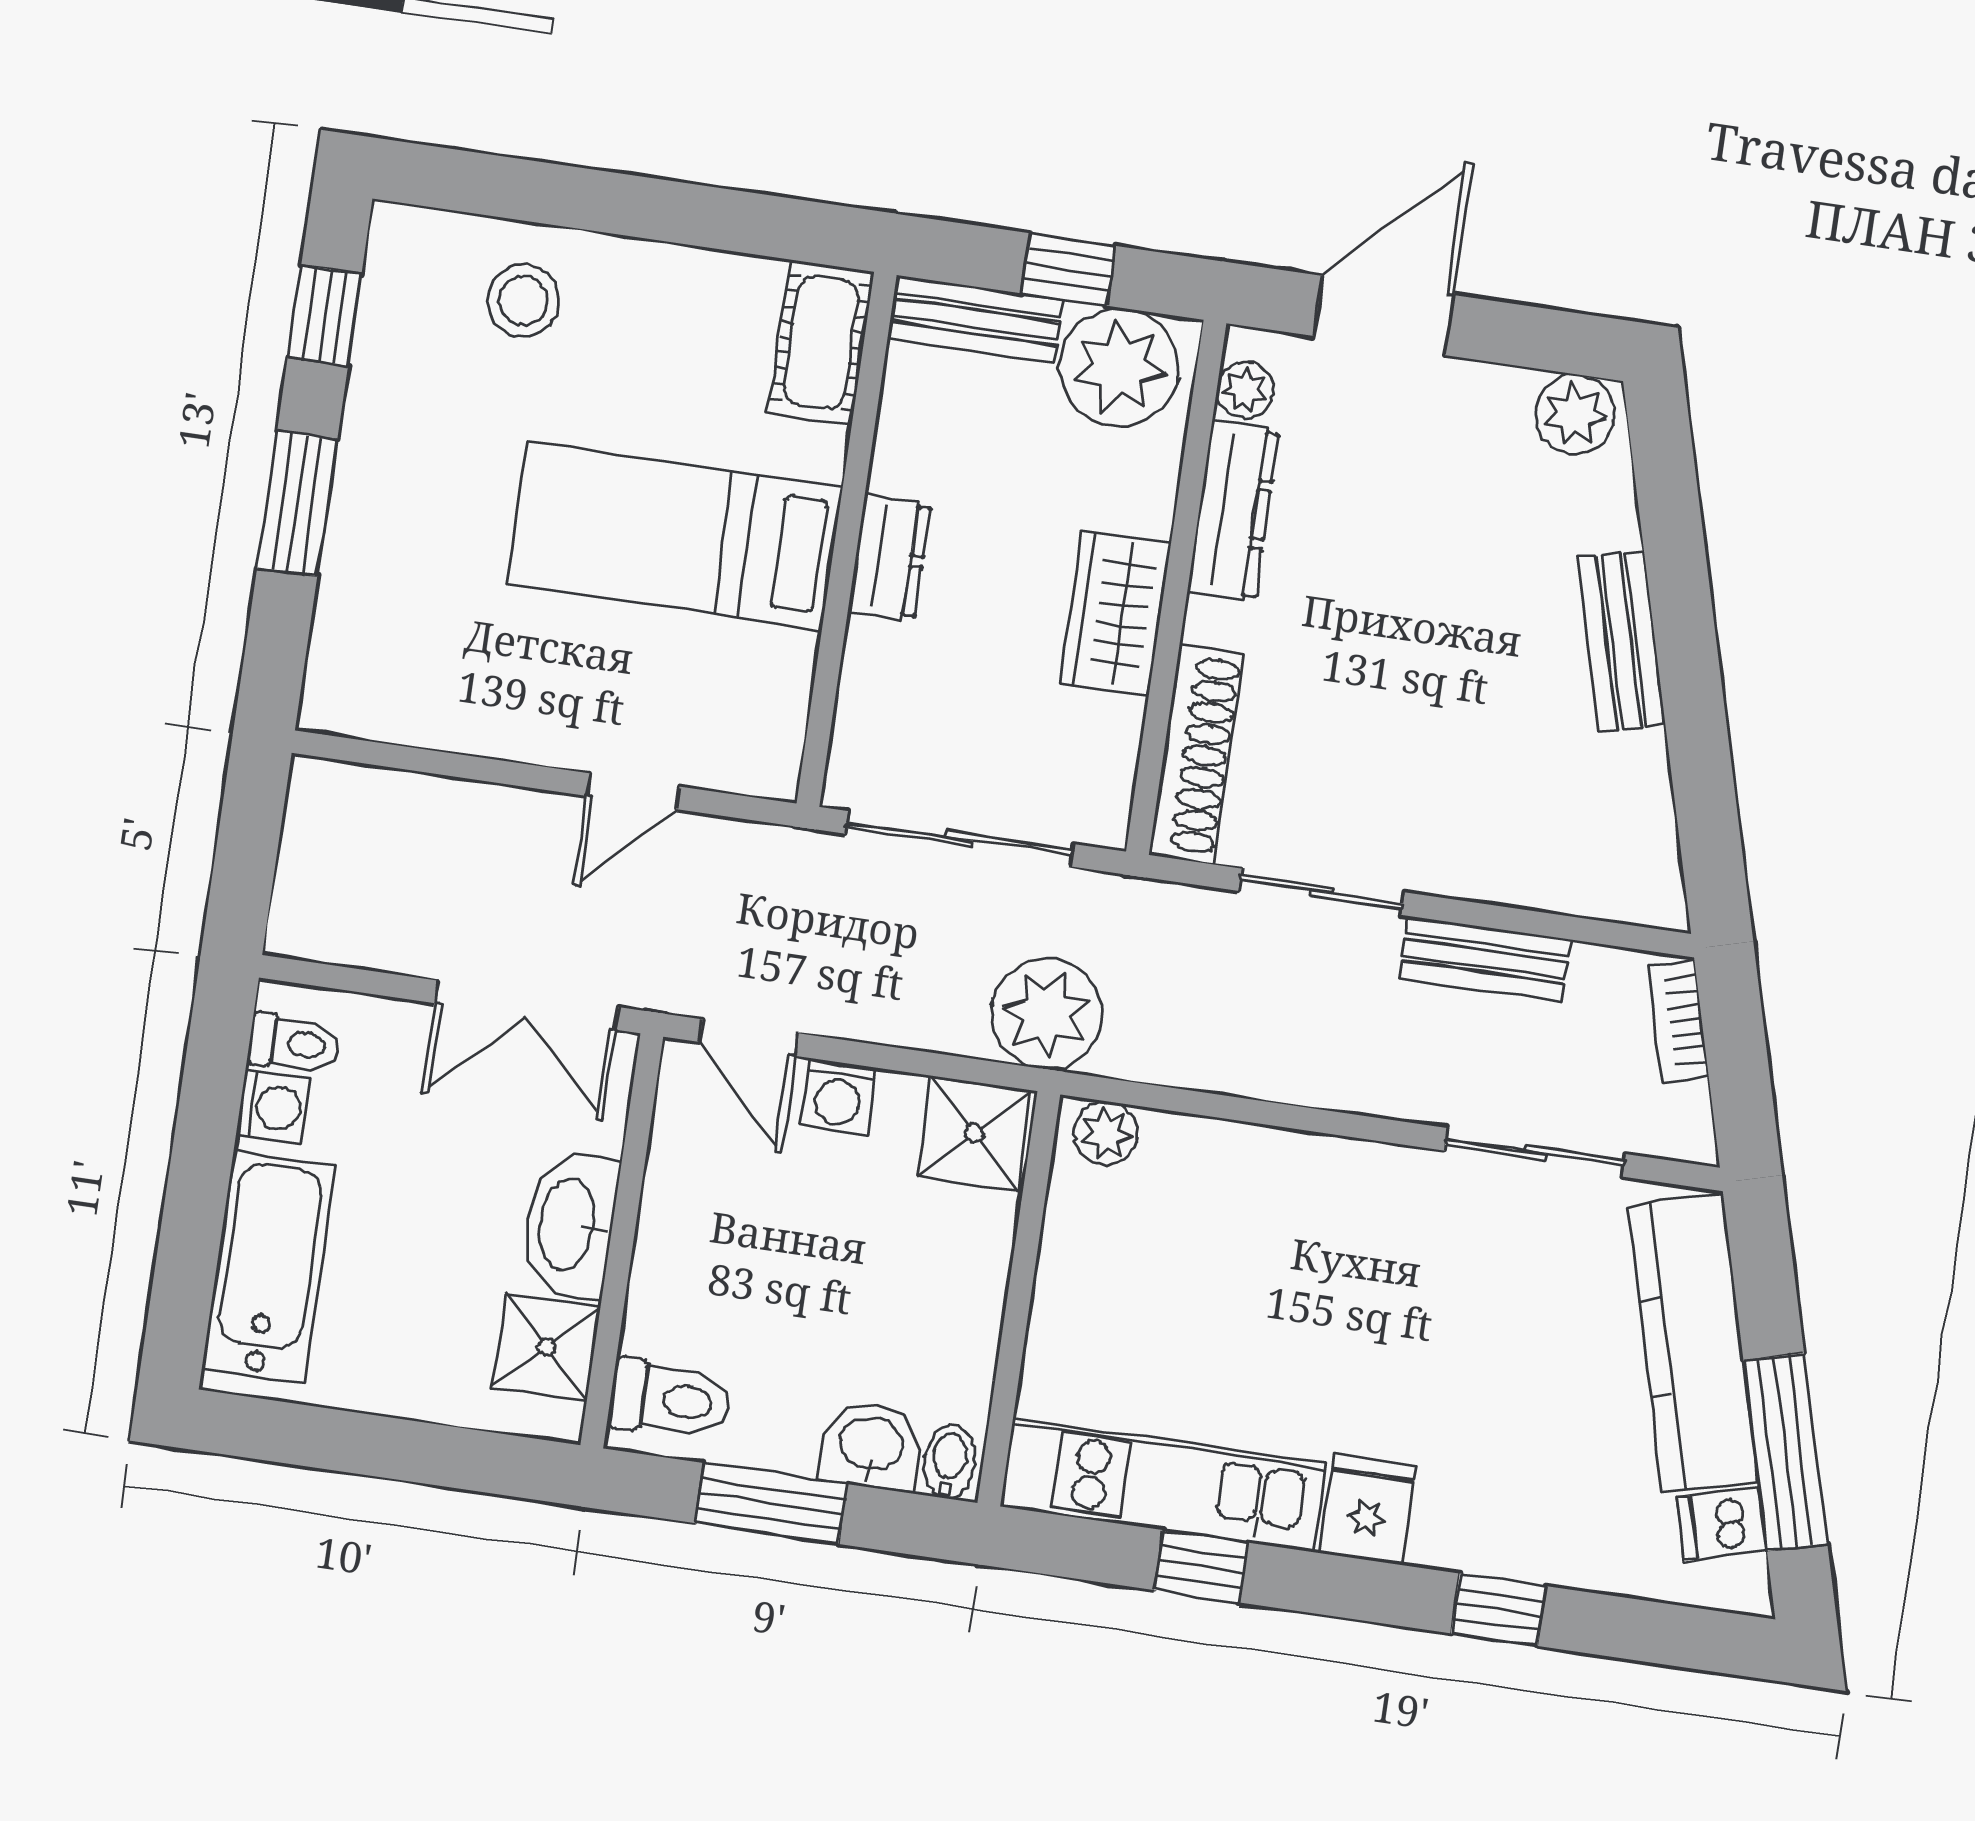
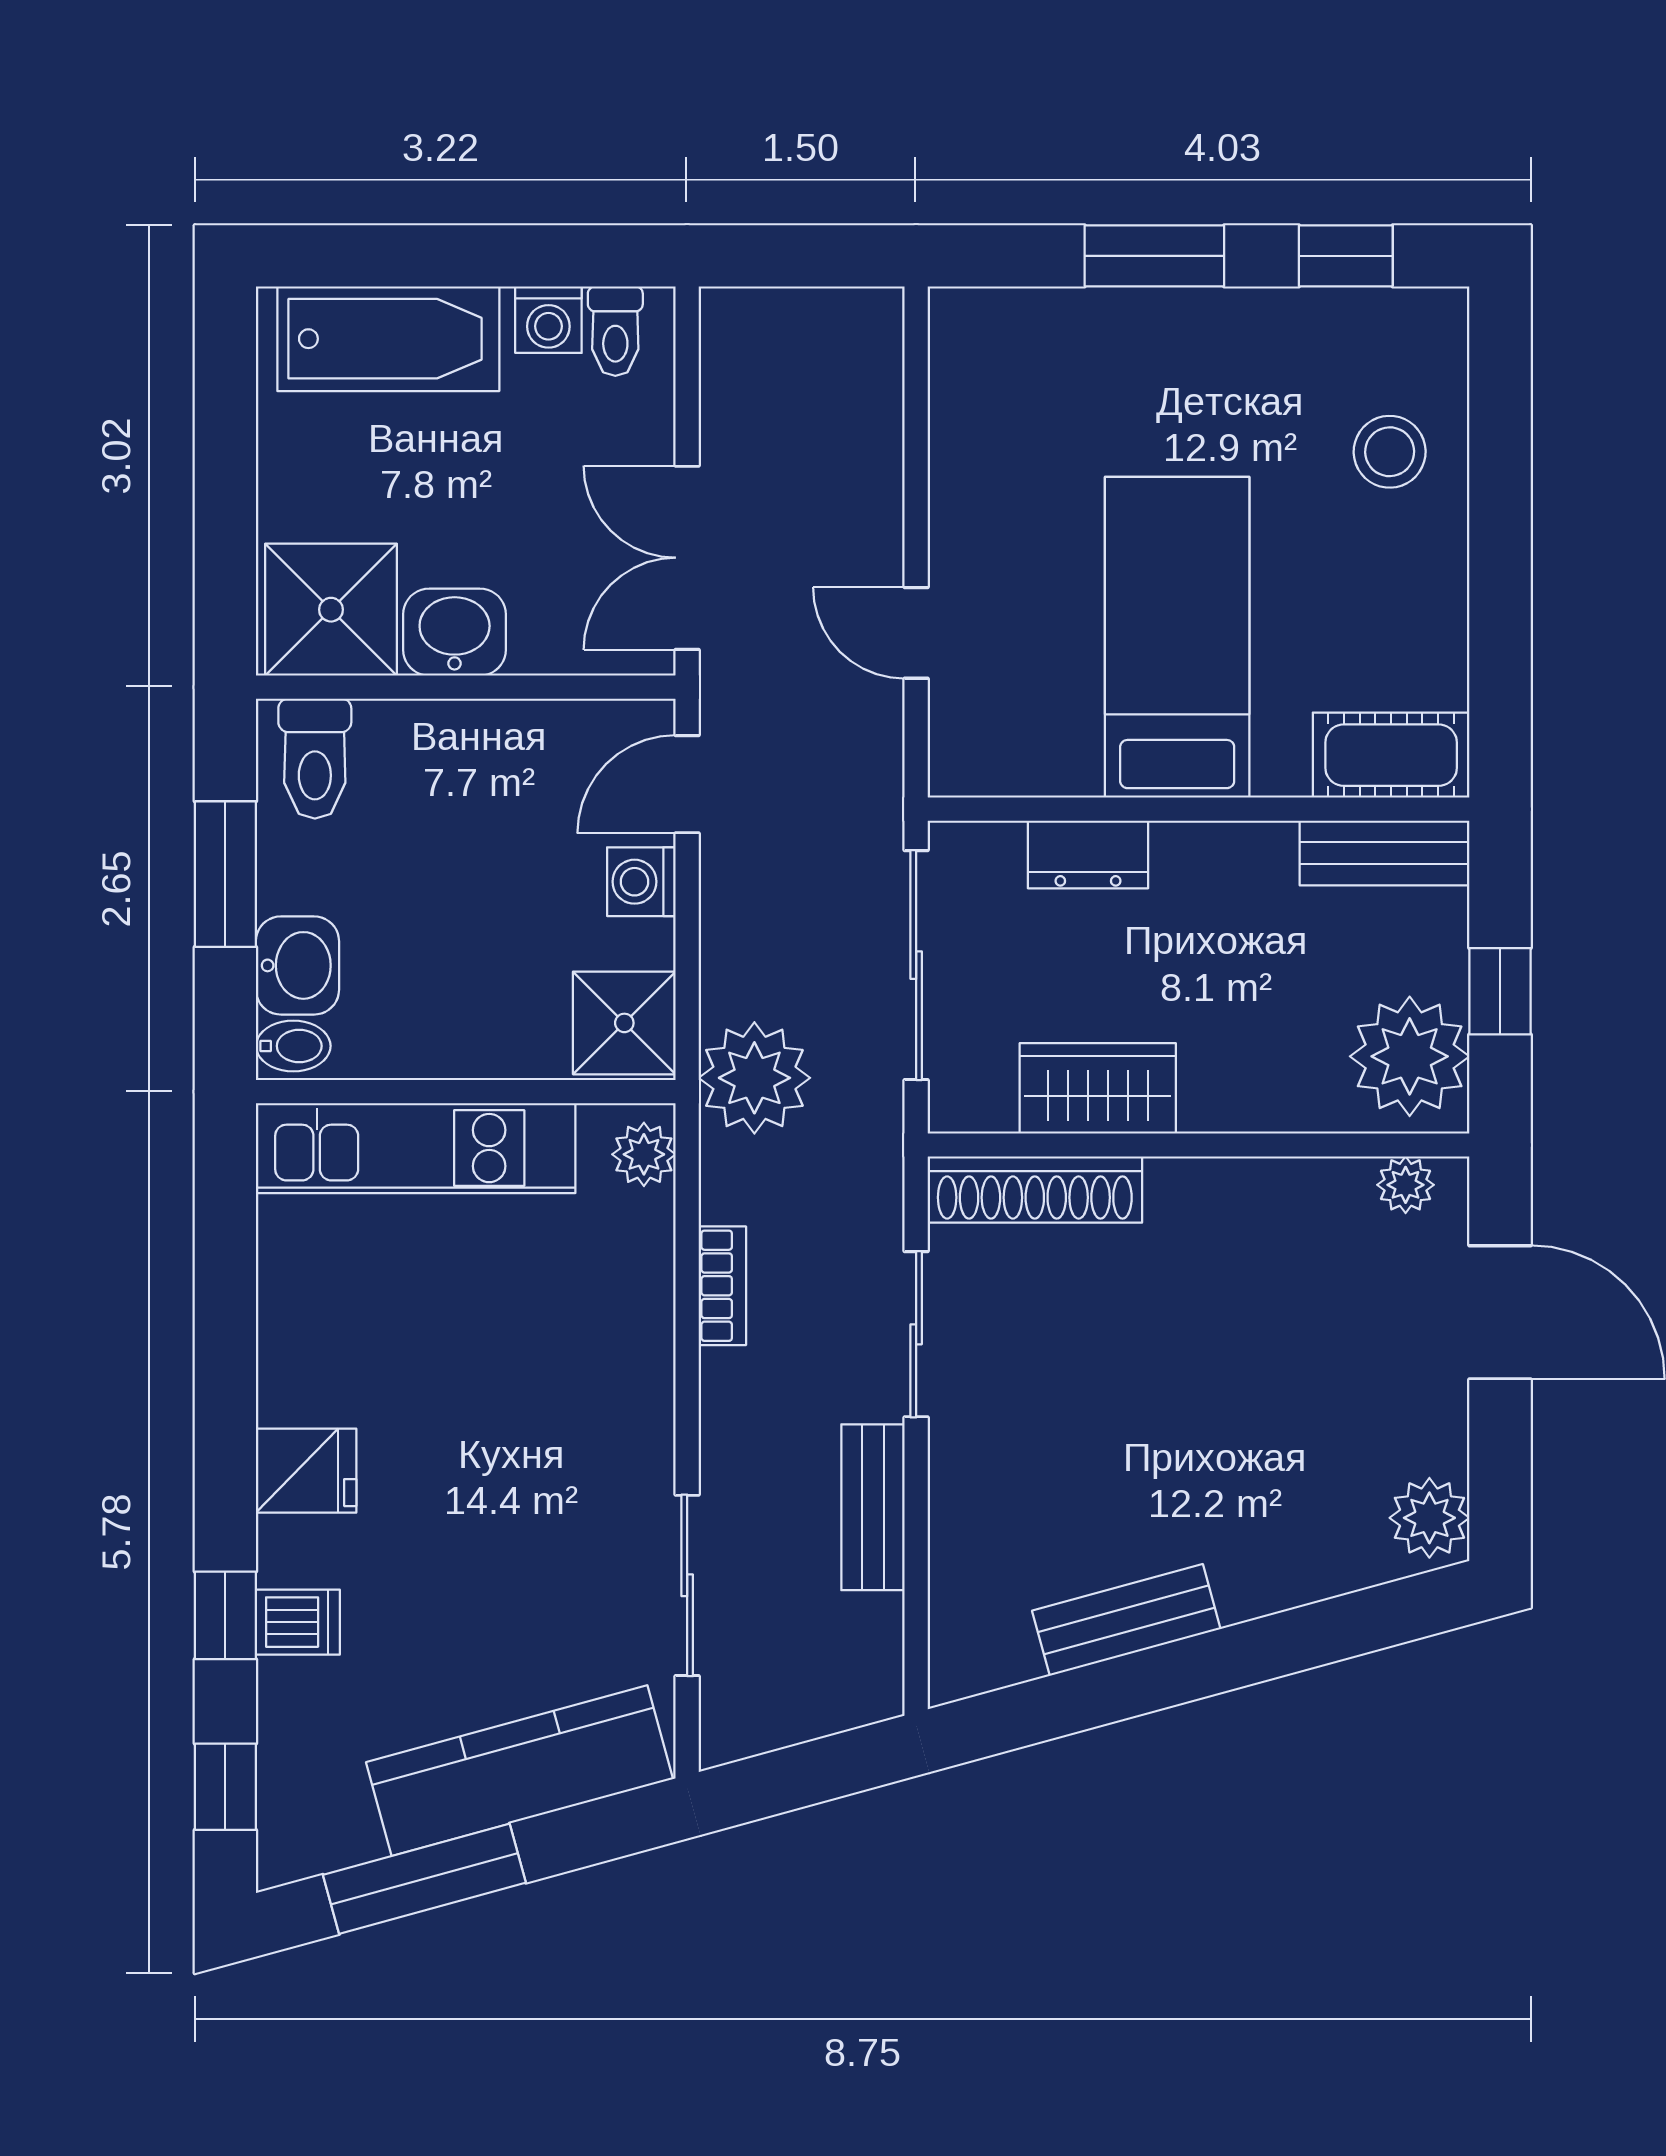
bench: (975, 319) -> (1385, 853), moved, turned 90
dresser: (1233, 511) -> (1283, 1191), removed
dresser: (889, 558) -> (1088, 854), moved
wardrobe: (1115, 614) -> (1098, 1088), moved
bench: (1621, 641) -> (1126, 1620), moved
bookcase: (1678, 1021) -> (722, 1286), moved, turned 105
washbasin: (569, 1225) -> (455, 632), width x0.72
shower: (546, 1347) -> (331, 610), width x1.36, depth x1.36
kitchen unit: (1163, 1485) -> (416, 1148), moved, turned 90
dishwasher: (1722, 1524) -> (298, 1622), moved, turned 105
window: (1201, 1566) -> (225, 1787), moved

